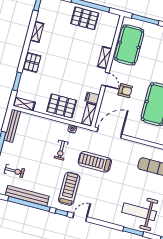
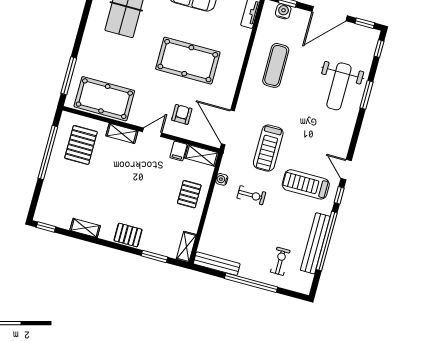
pallet: (85, 18) -> (81, 145), moved
armchair: (125, 91) -> (182, 114), moved
pallet: (62, 106) -> (189, 194), width x0.67, depth x0.71

